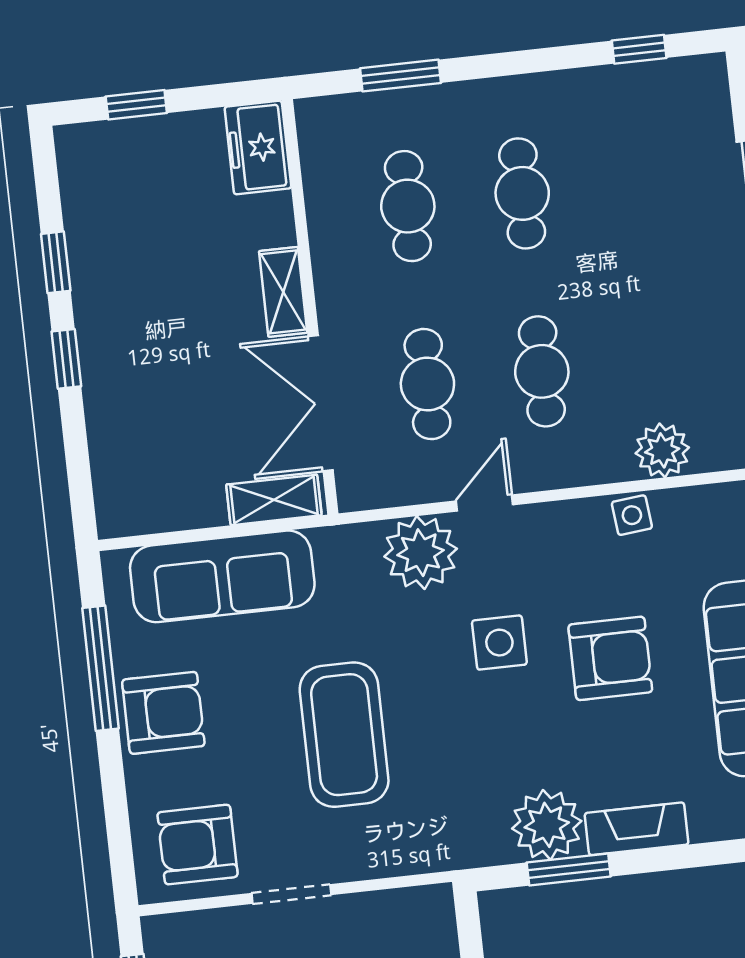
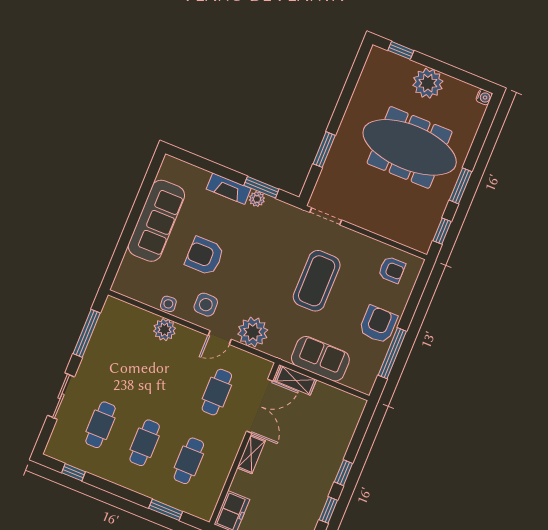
cafe table: (542, 371) -> (101, 425), moved
plant: (662, 450) -> (165, 330), moved
sofa: (222, 576) -> (320, 359), width x0.73
side table: (499, 643) -> (206, 305), moved
armchair: (163, 713) -> (378, 325), turned 90
plant: (547, 825) -> (257, 199), width x0.53, depth x0.53
armchair: (198, 845) -> (392, 270), width x0.72, depth x0.72
doorway: (291, 894) -> (326, 216), moved

